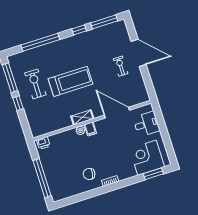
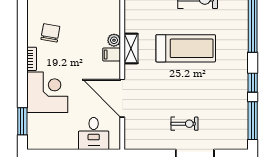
treadmill: (71, 81) -> (186, 48), turned -90
door: (117, 113) -> (122, 98), swing flipped
corner desk: (147, 158) -> (47, 92), moved

